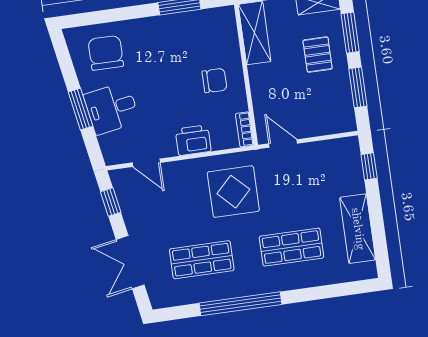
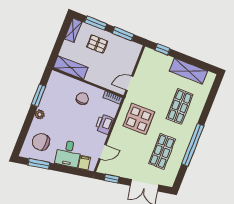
plant: (149, 26) -> (40, 115), added
window: (80, 109) -> (39, 164), moved
filing cabinet: (112, 143) -> (84, 163), added

